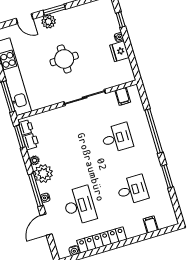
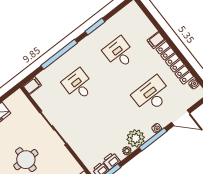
filing cabinet: (123, 96) -> (32, 86), moved
filing cabinet: (151, 225) -> (156, 40), moved

